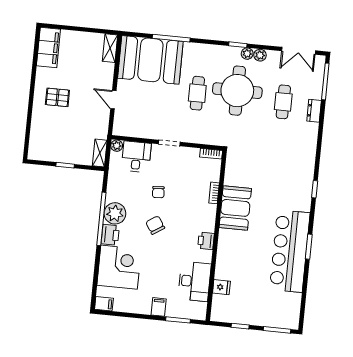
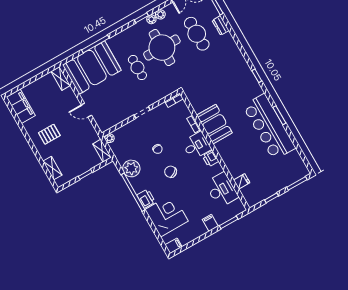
cafe table: (283, 102) -> (197, 34), width x1.37, depth x1.35
shelving: (36, 135) -> (52, 168), added
desk: (136, 157) -> (197, 146), moved, turned 90
plant: (115, 213) -> (131, 168), moved

